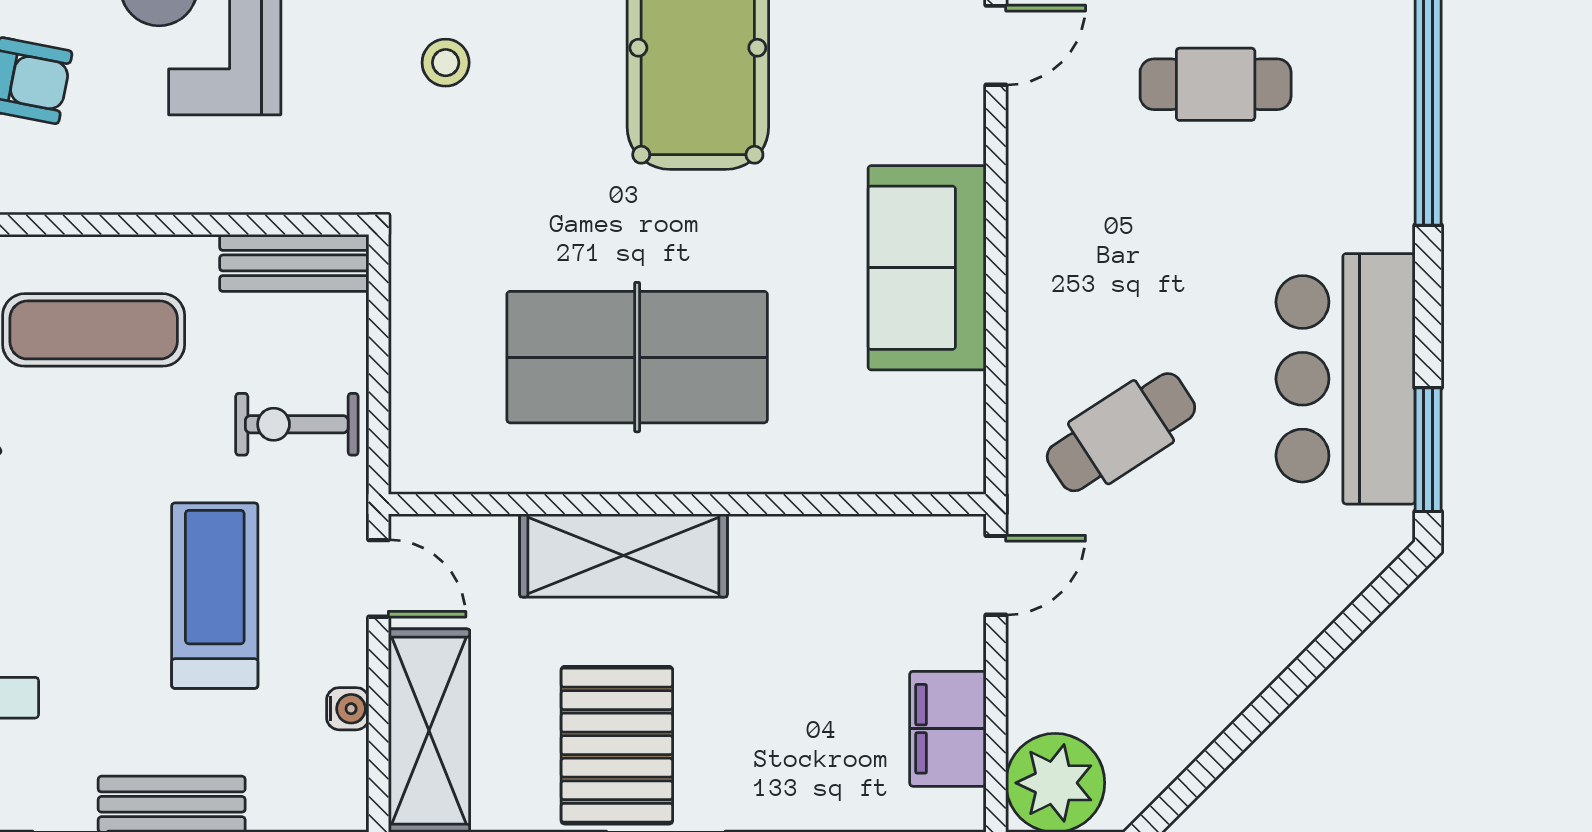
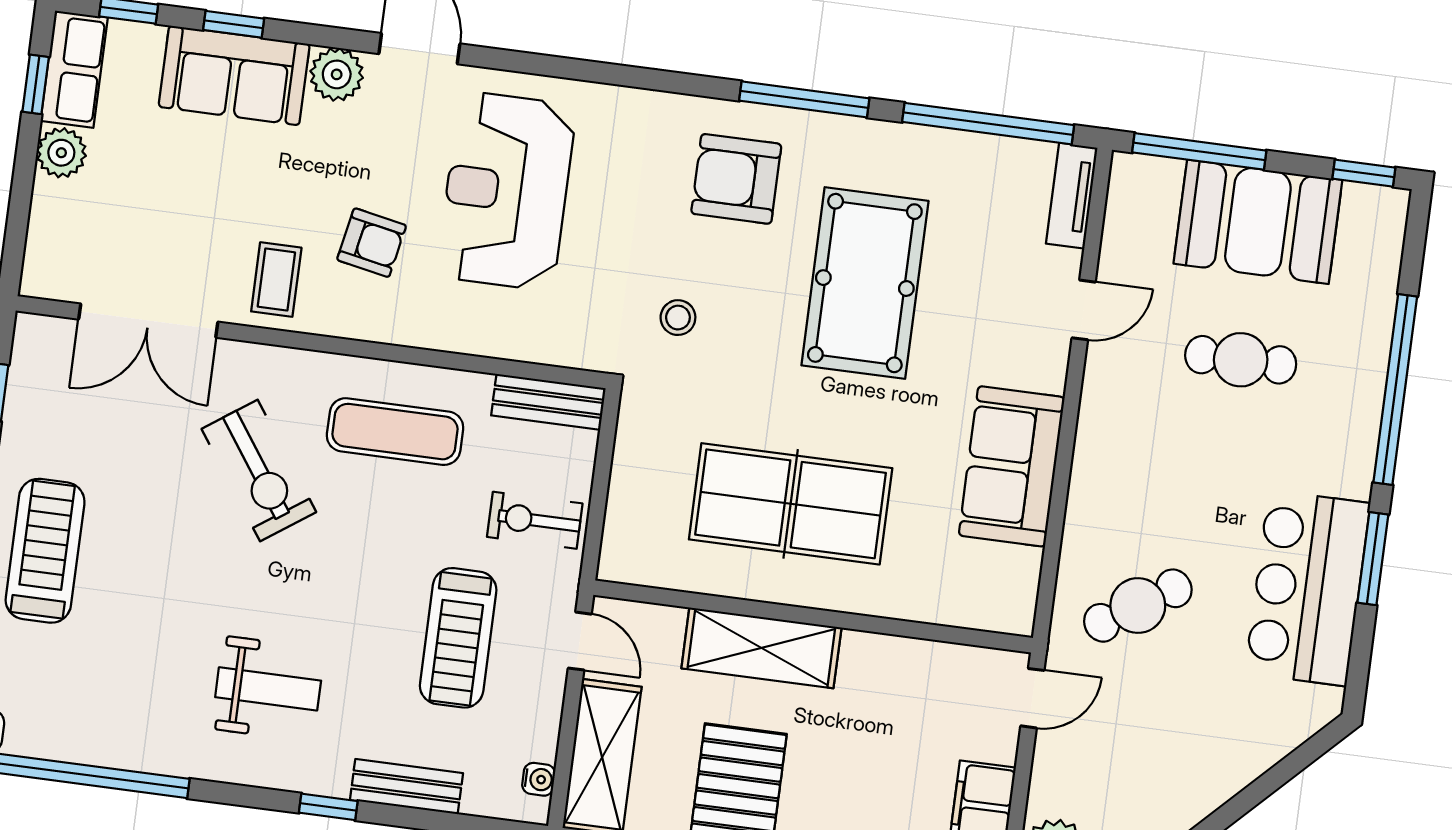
stool: (446, 63) -> (678, 318), moved
window: (1428, 450) -> (1373, 559), moved
treadmill: (215, 596) -> (458, 638), turned 180
water cooler: (348, 709) -> (539, 779), moved

